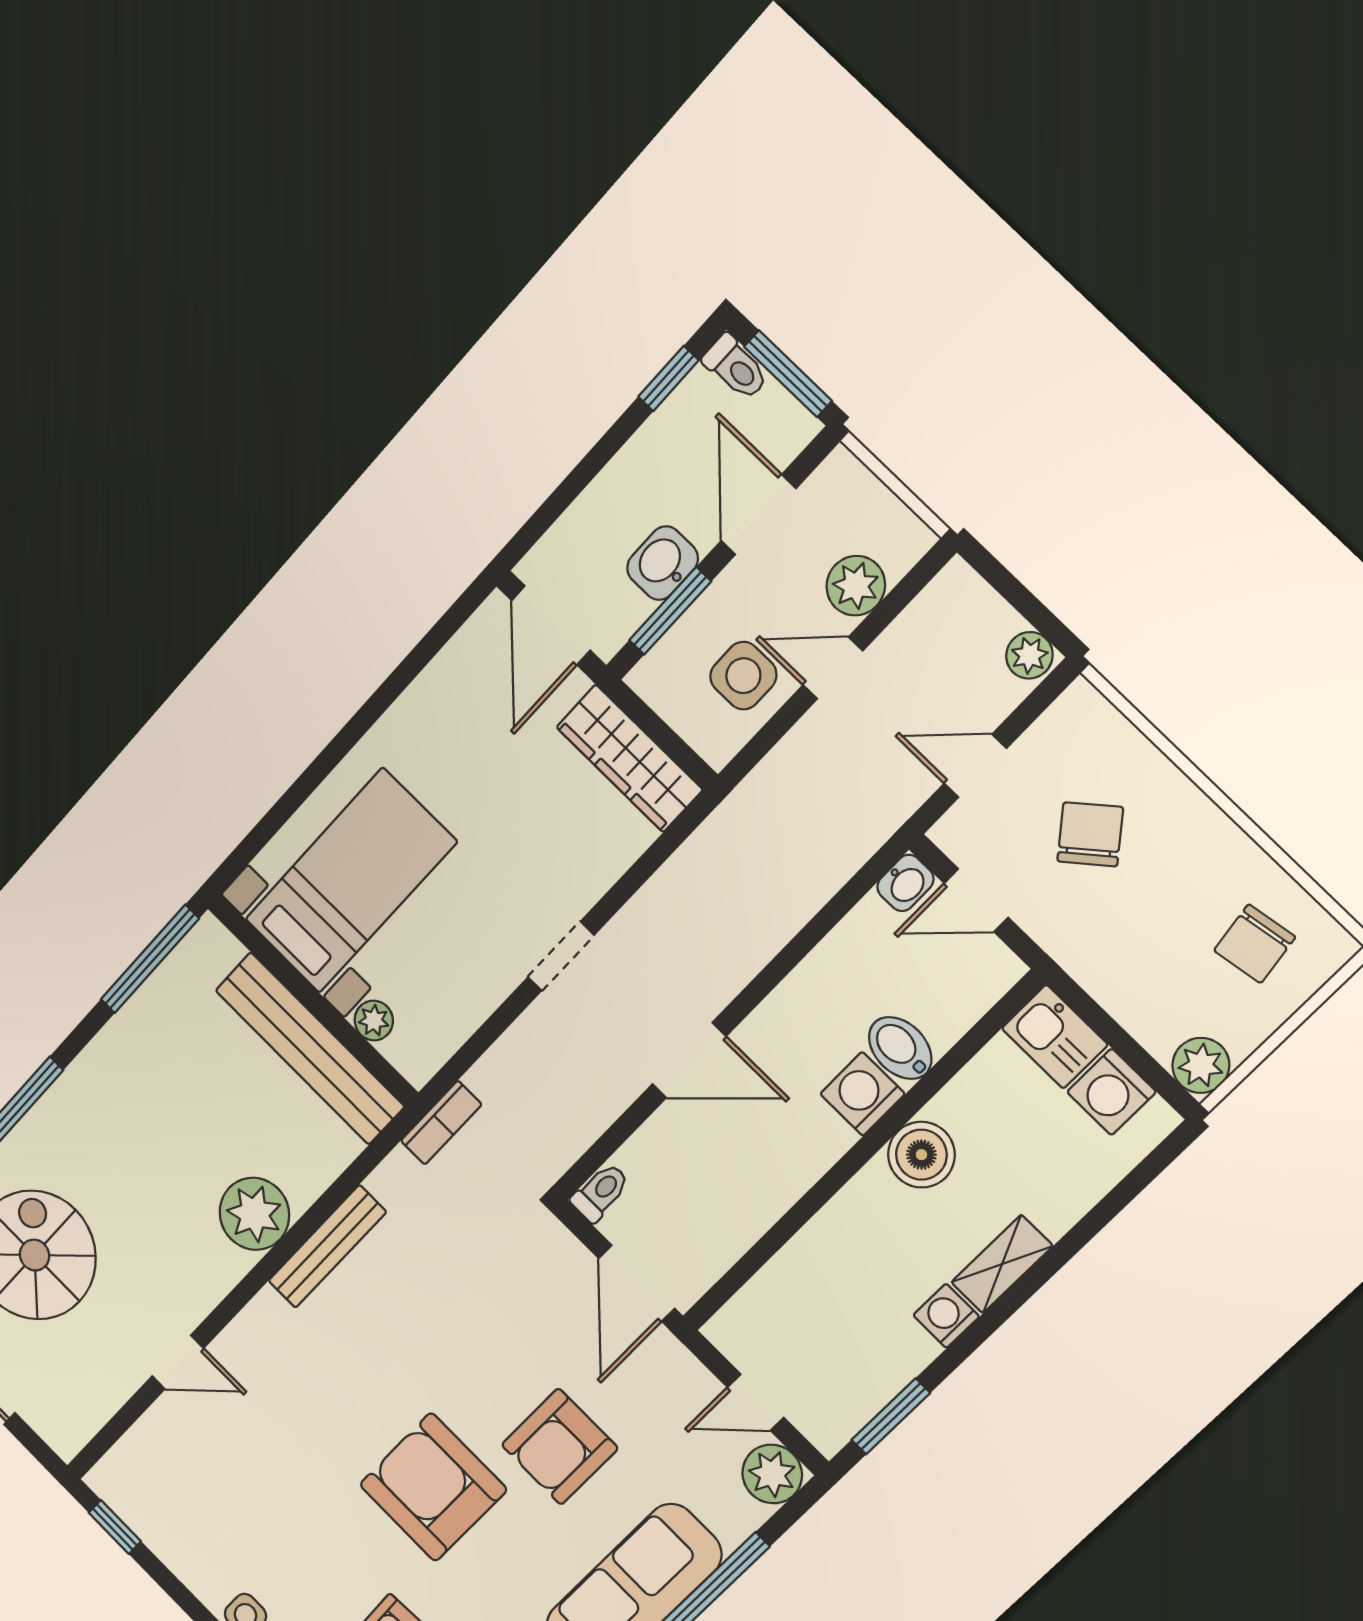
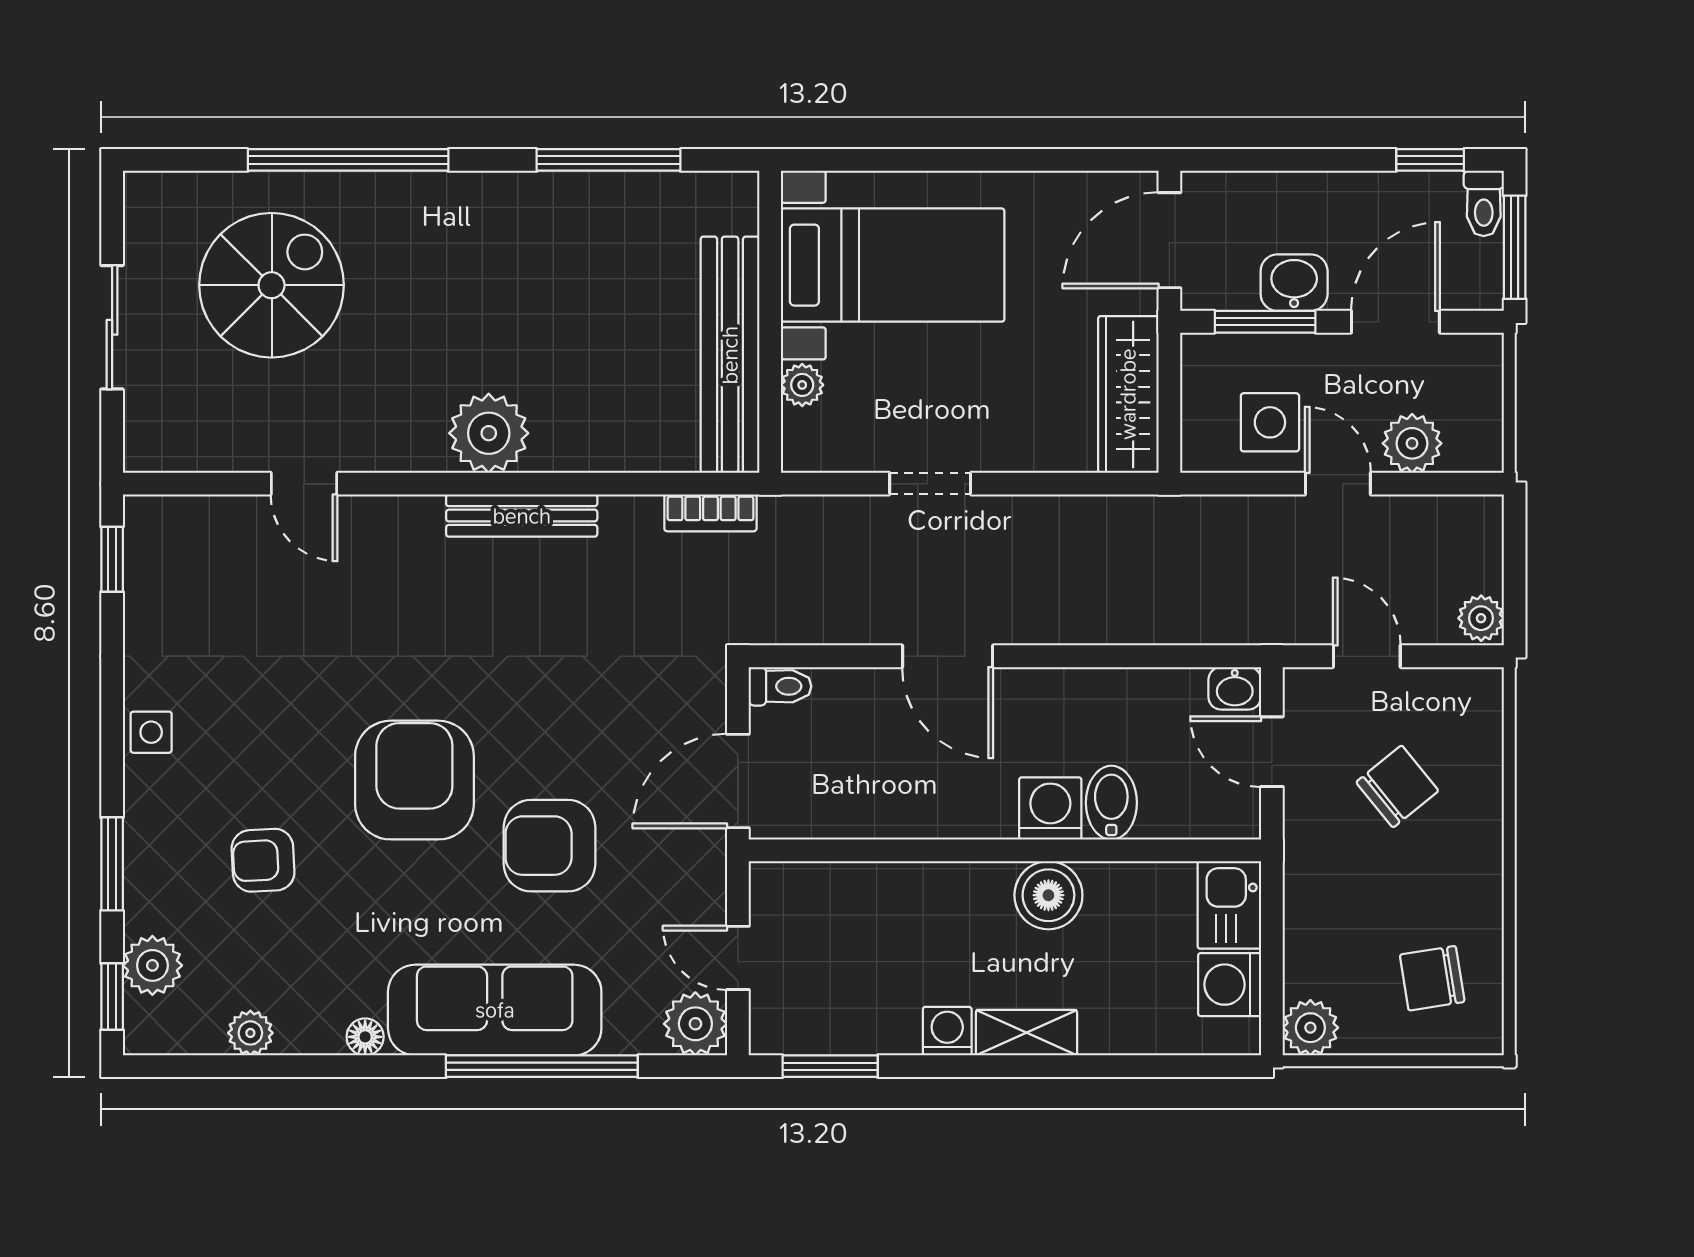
bed with nightstands: (351, 881) -> (893, 265), moved
wall: (313, 1000) -> (770, 322), moved
plant: (374, 1020) -> (802, 385), moved
bench: (310, 1048) -> (730, 355), moved

